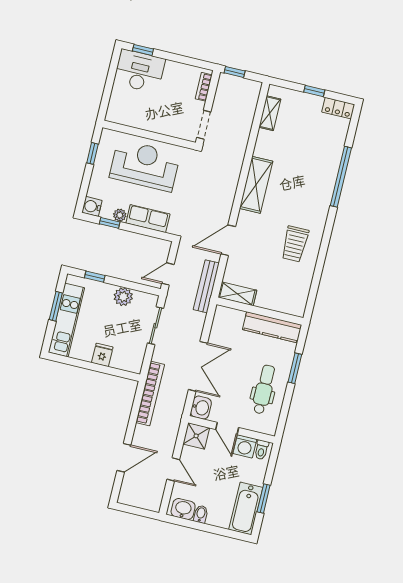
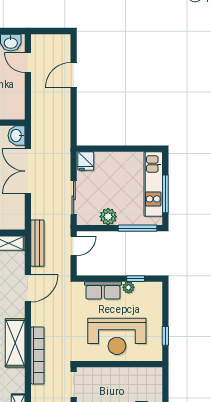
water cooler: (92, 206) -> (155, 289), removed
window: (95, 277) -> (137, 228), width x2.17
window: (56, 306) -> (165, 194), width x1.44
fridge: (102, 355) -> (86, 161), moved
bookcase: (150, 393) -> (37, 355), moved, turned 180
shower: (196, 436) -> (15, 110), removed
door: (173, 469) -> (28, 63), moved

